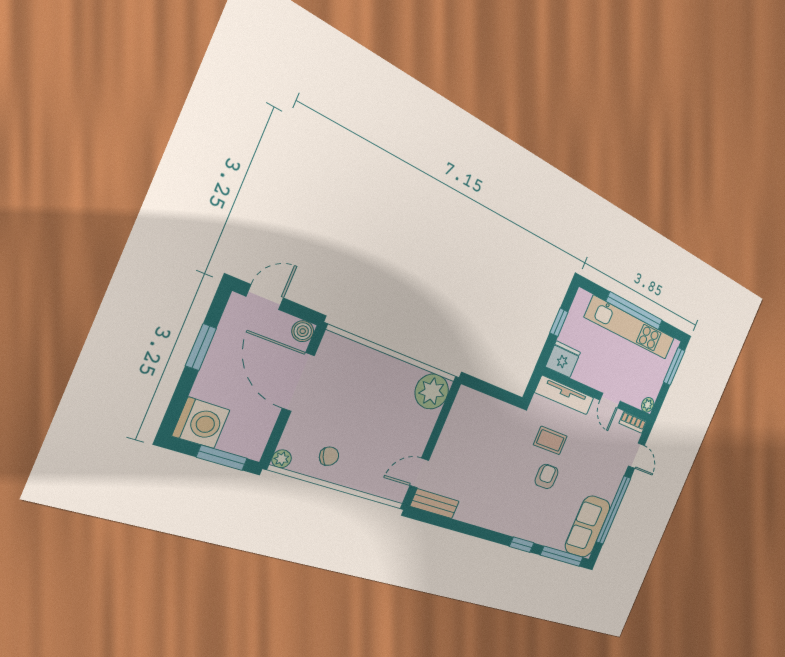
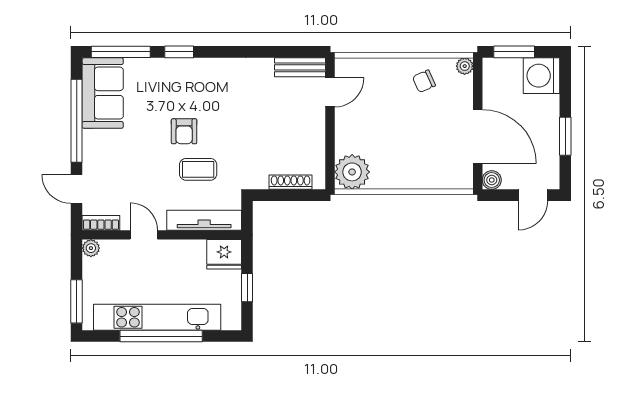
shoe rack: (486, 402) -> (291, 182), added

